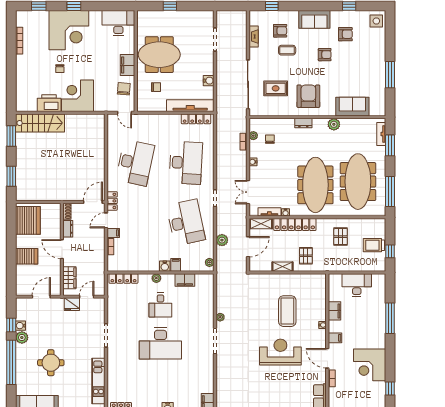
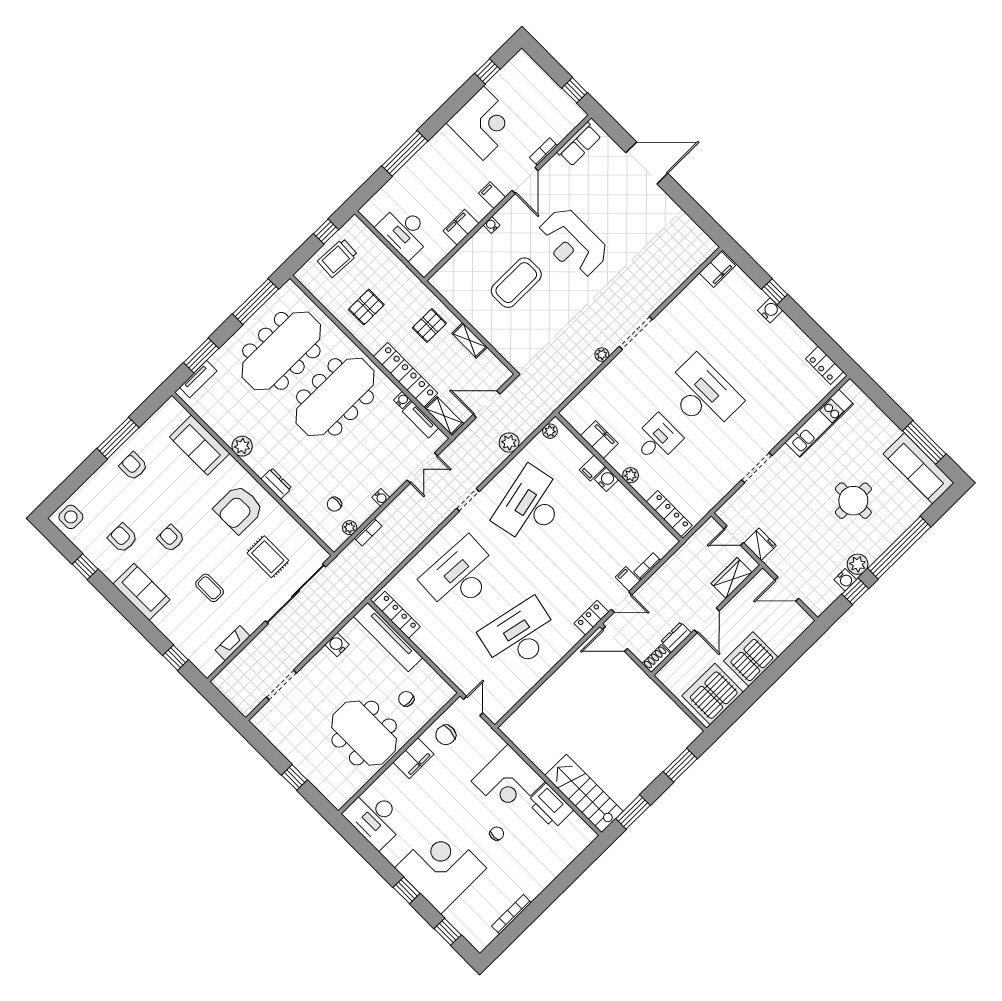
armchair: (280, 31) -> (133, 466), moved
trolley: (374, 245) -> (338, 258), turned 93
server rack: (27, 256) -> (751, 659), width x1.60

